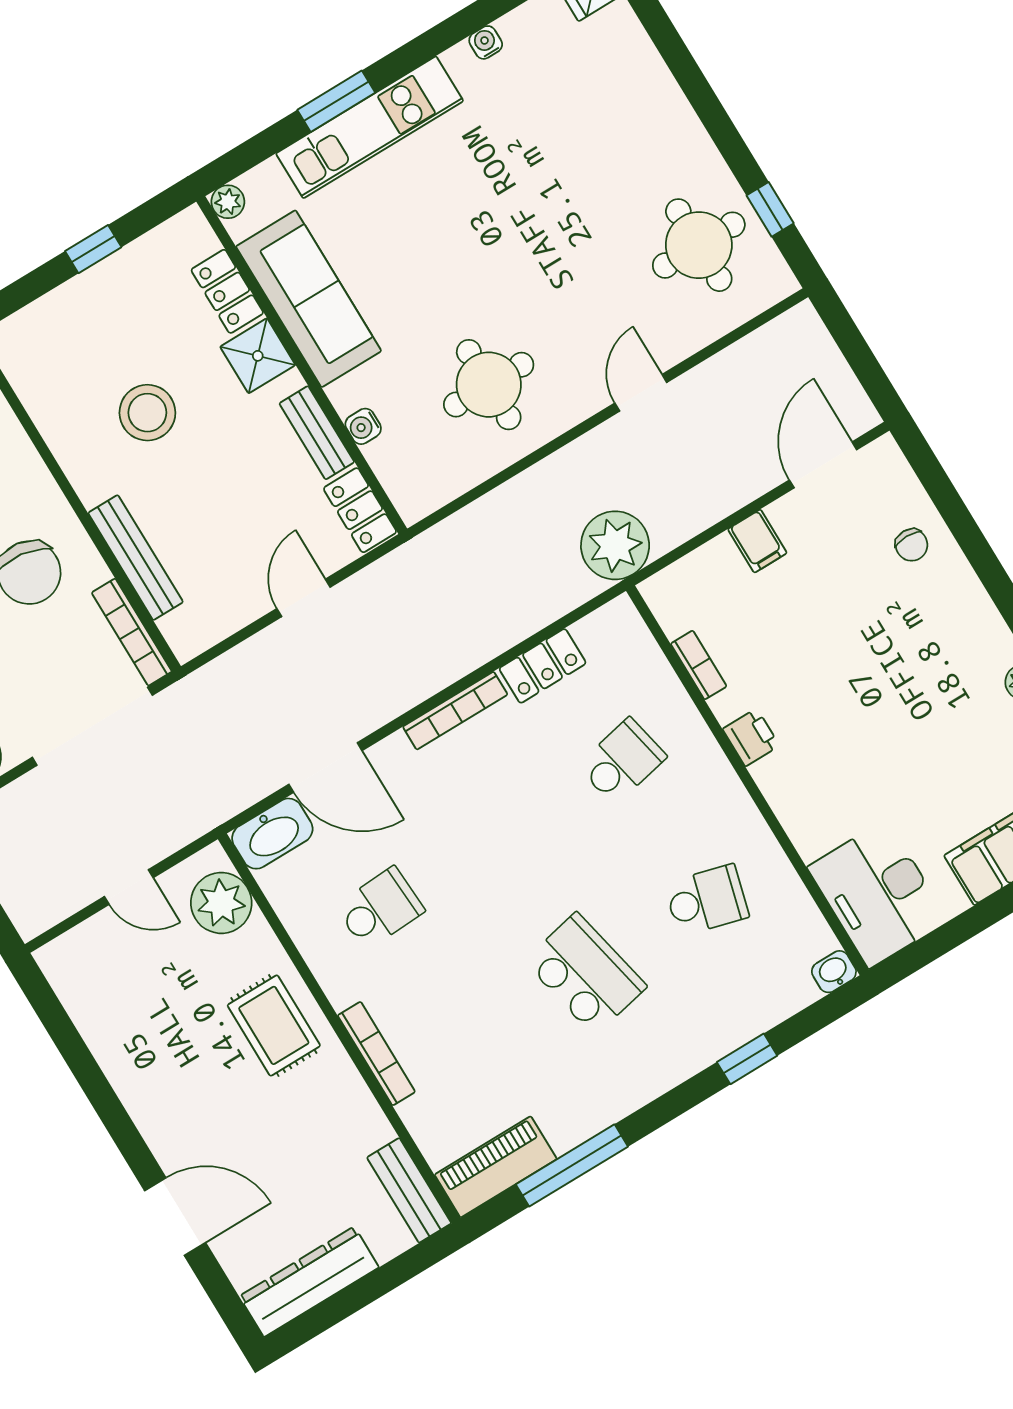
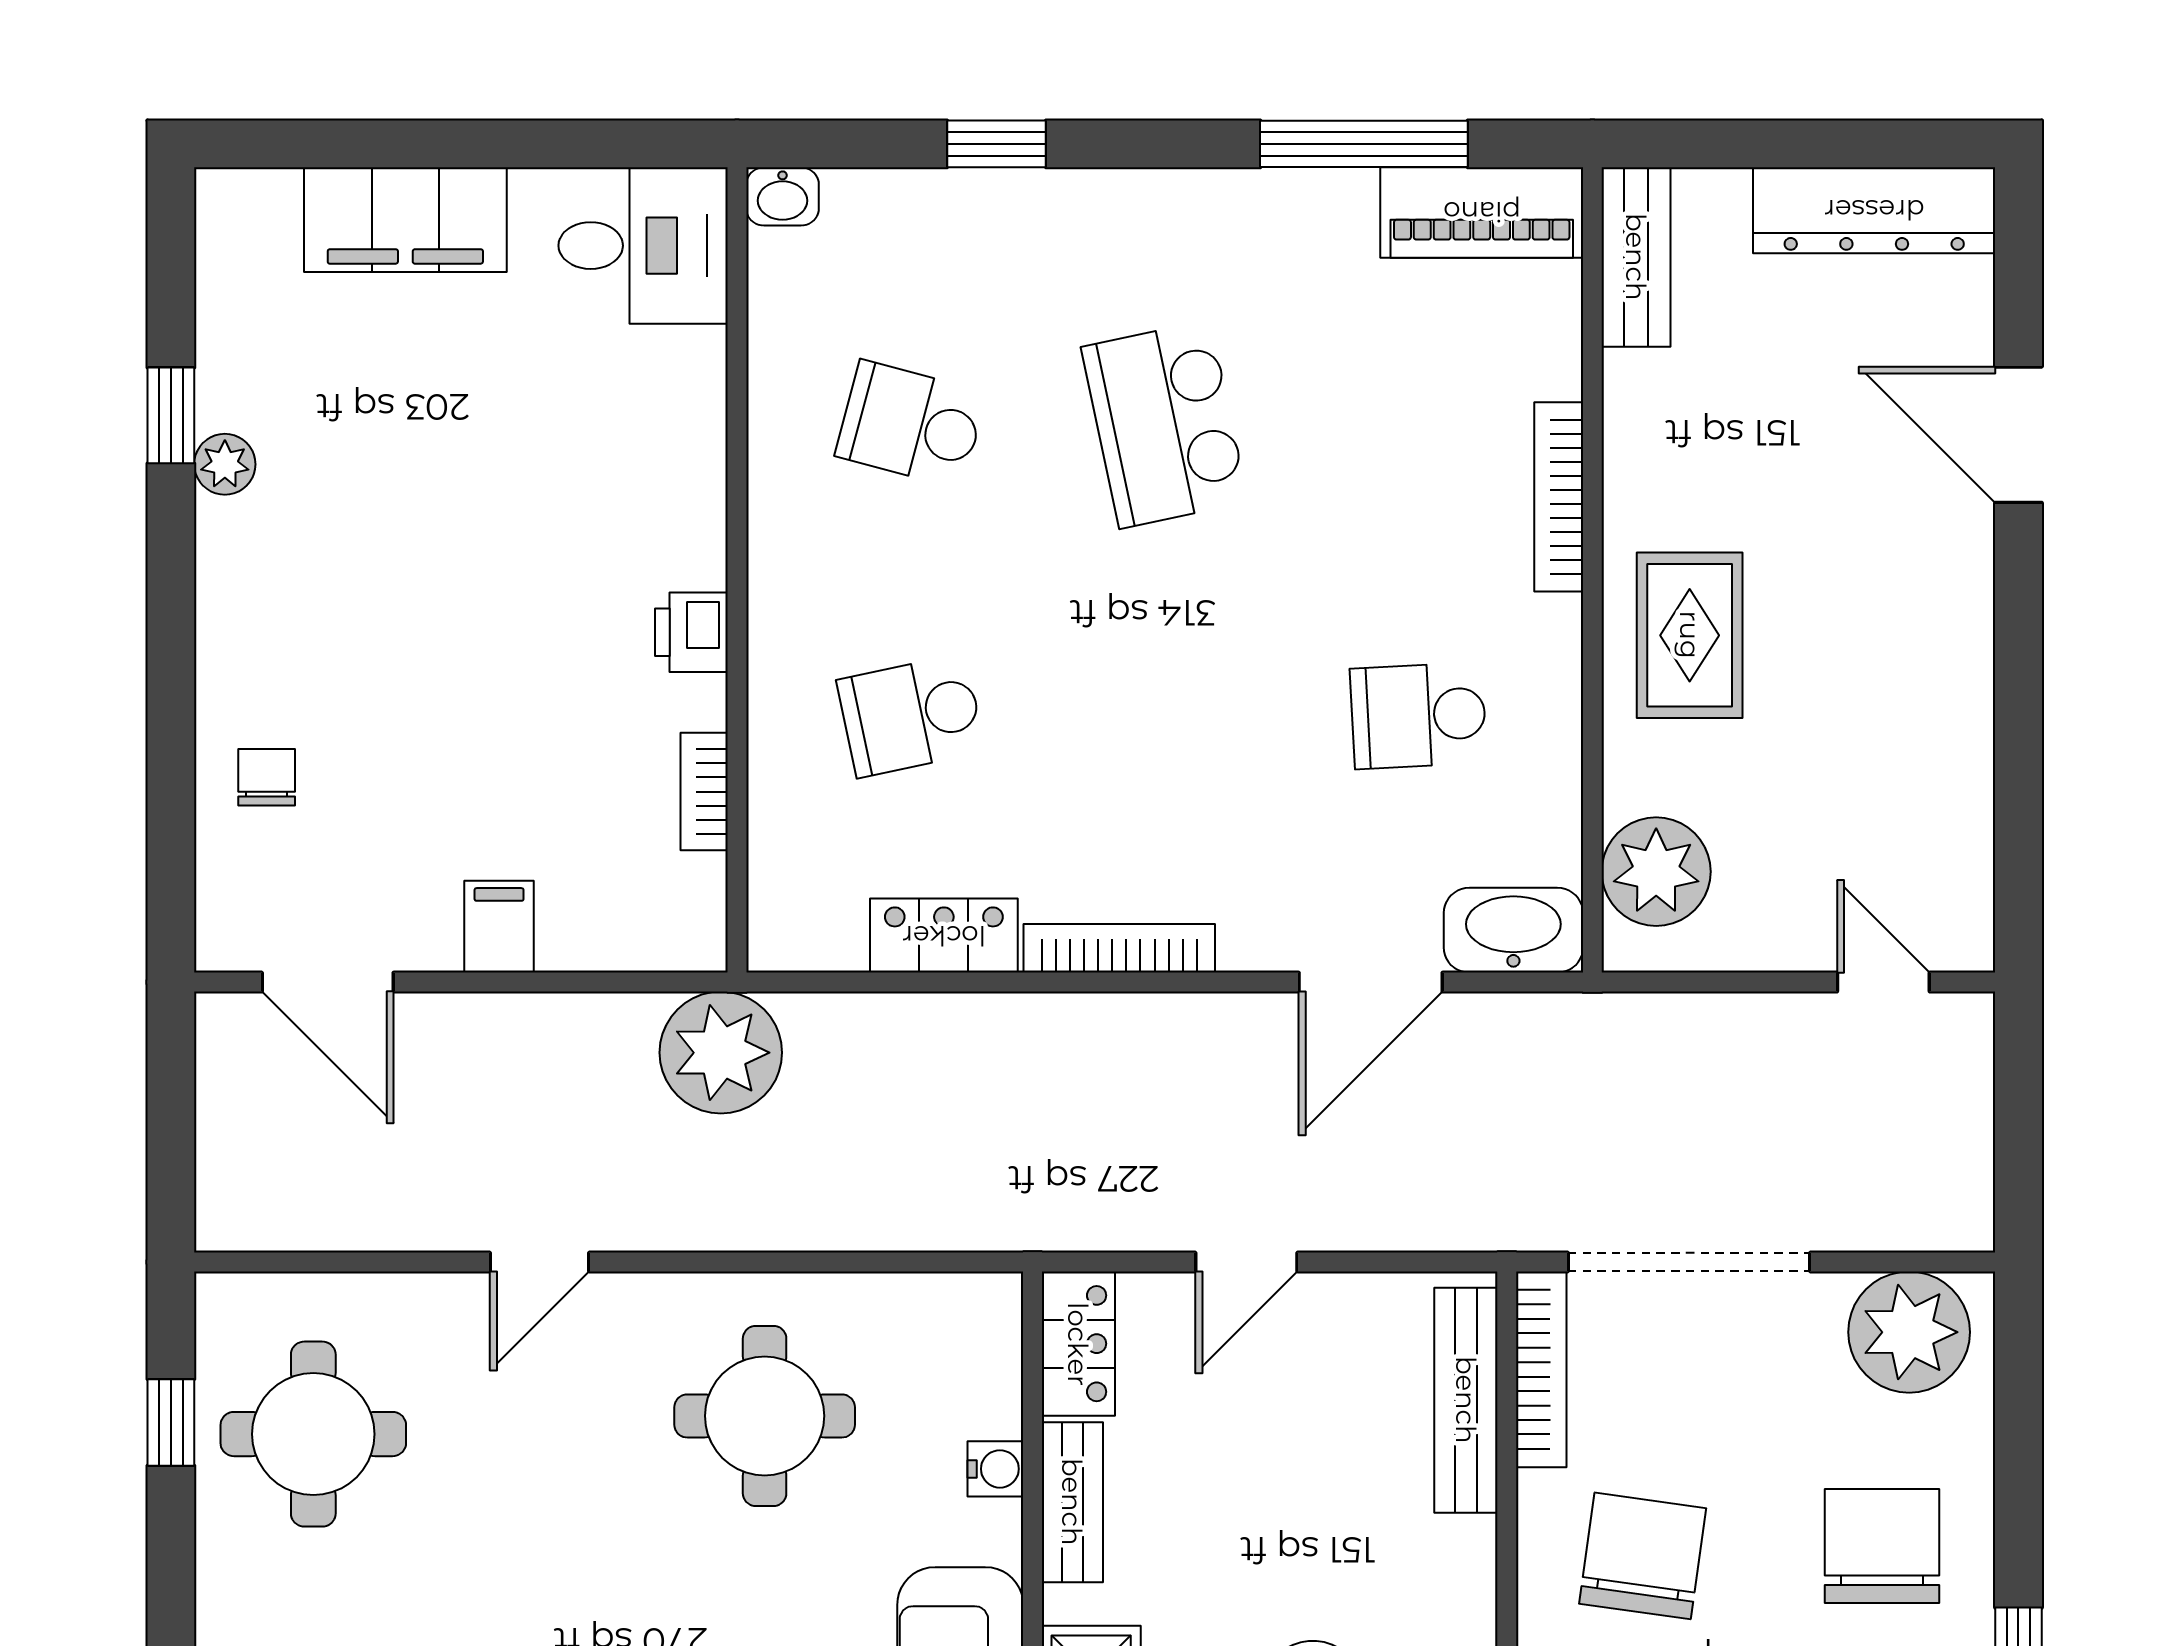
door: (823, 465) -> (328, 982), hinge flipped
bench: (136, 558) -> (1466, 1400), moved
door: (325, 767) -> (1371, 982), swing flipped
door: (129, 887) -> (1883, 982), moved
desk: (878, 894) -> (643, 246), width x0.73

